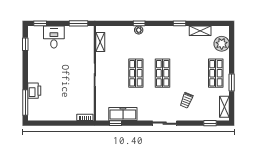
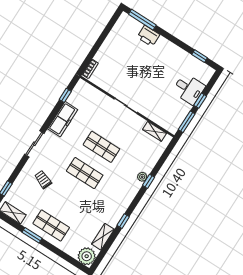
window: (40, 23) -> (200, 101), moved
plant: (222, 44) -> (87, 256), moved
freezer: (123, 114) -> (63, 119), moved

